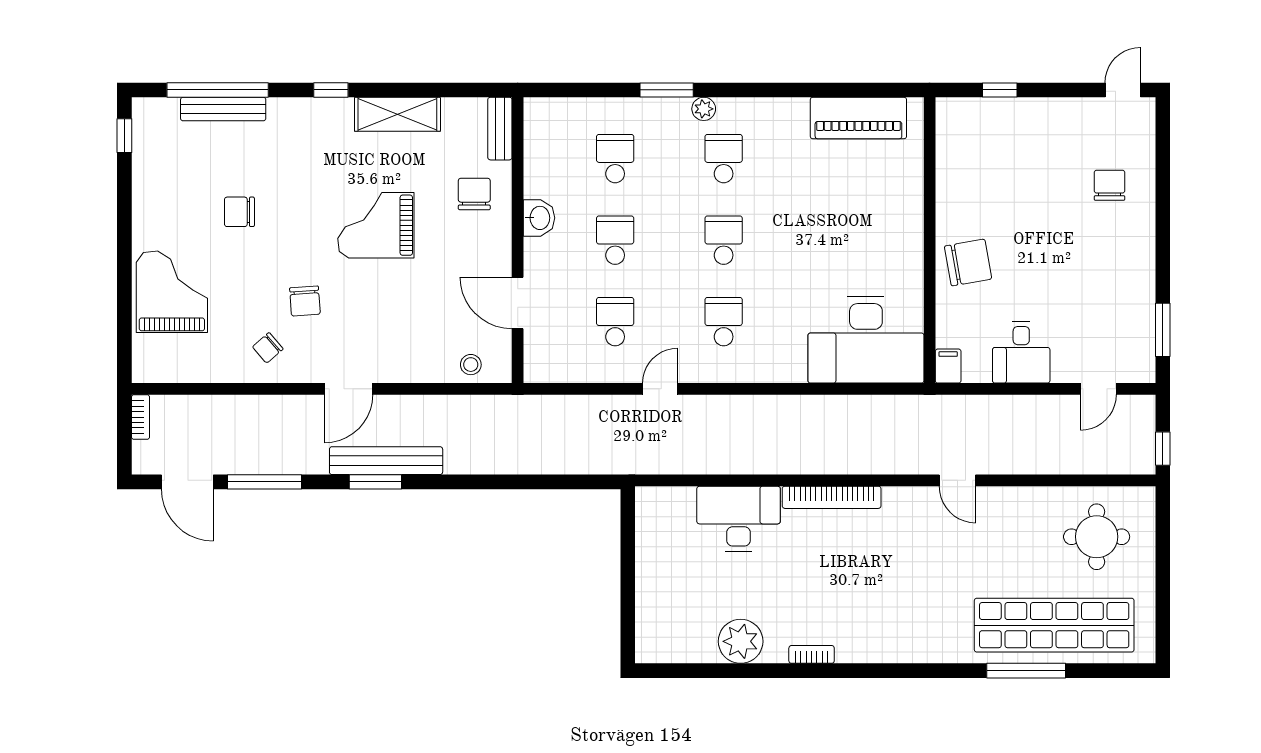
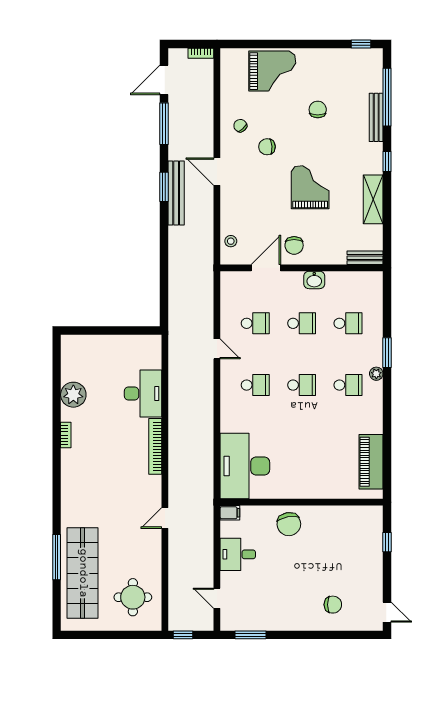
bench: (223, 109) -> (376, 117), moved
chair: (474, 194) -> (294, 245), moved, turned 90

